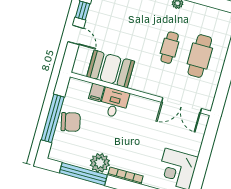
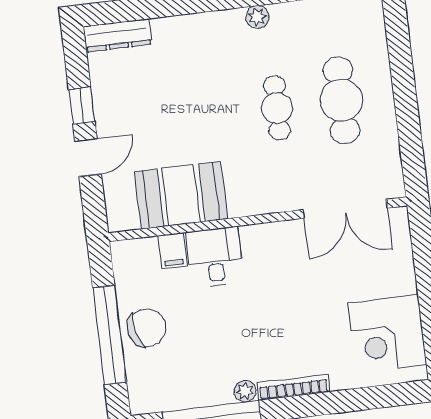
door: (76, 35) -> (88, 158), hinge flipped
plant: (100, 163) -> (245, 391), width x0.53, depth x0.53

